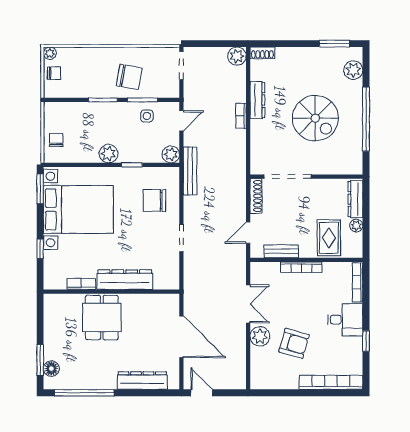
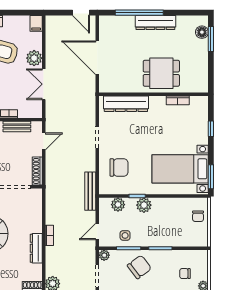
chair: (54, 73) -> (185, 274), moved
chair: (129, 77) -> (139, 267), turned 133
plant: (173, 91) -> (104, 255), added
plant: (108, 154) -> (144, 205), moved
plant: (171, 154) -> (118, 205), moved
bed with nightstands: (78, 209) -> (180, 169), width x0.73
dresser: (125, 280) -> (126, 104), moved
dining table: (102, 318) -> (161, 73), turned 90
filing cabinet: (258, 380) -> (36, 23), added
dresser: (142, 381) -> (155, 23), moved
window: (84, 393) -> (139, 13), moved

